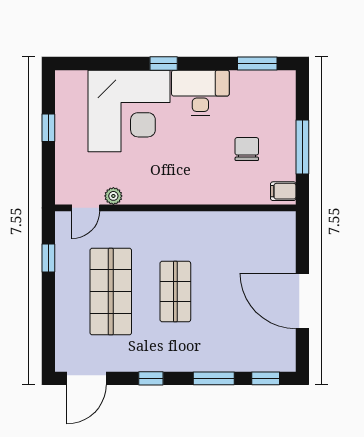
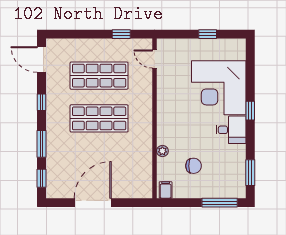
desk: (200, 93) -> (231, 130), width x0.73
window: (302, 147) -> (220, 203), moved
plant: (113, 196) -> (162, 151), moved
shop shelf: (175, 292) -> (99, 118), width x1.43, depth x1.36

